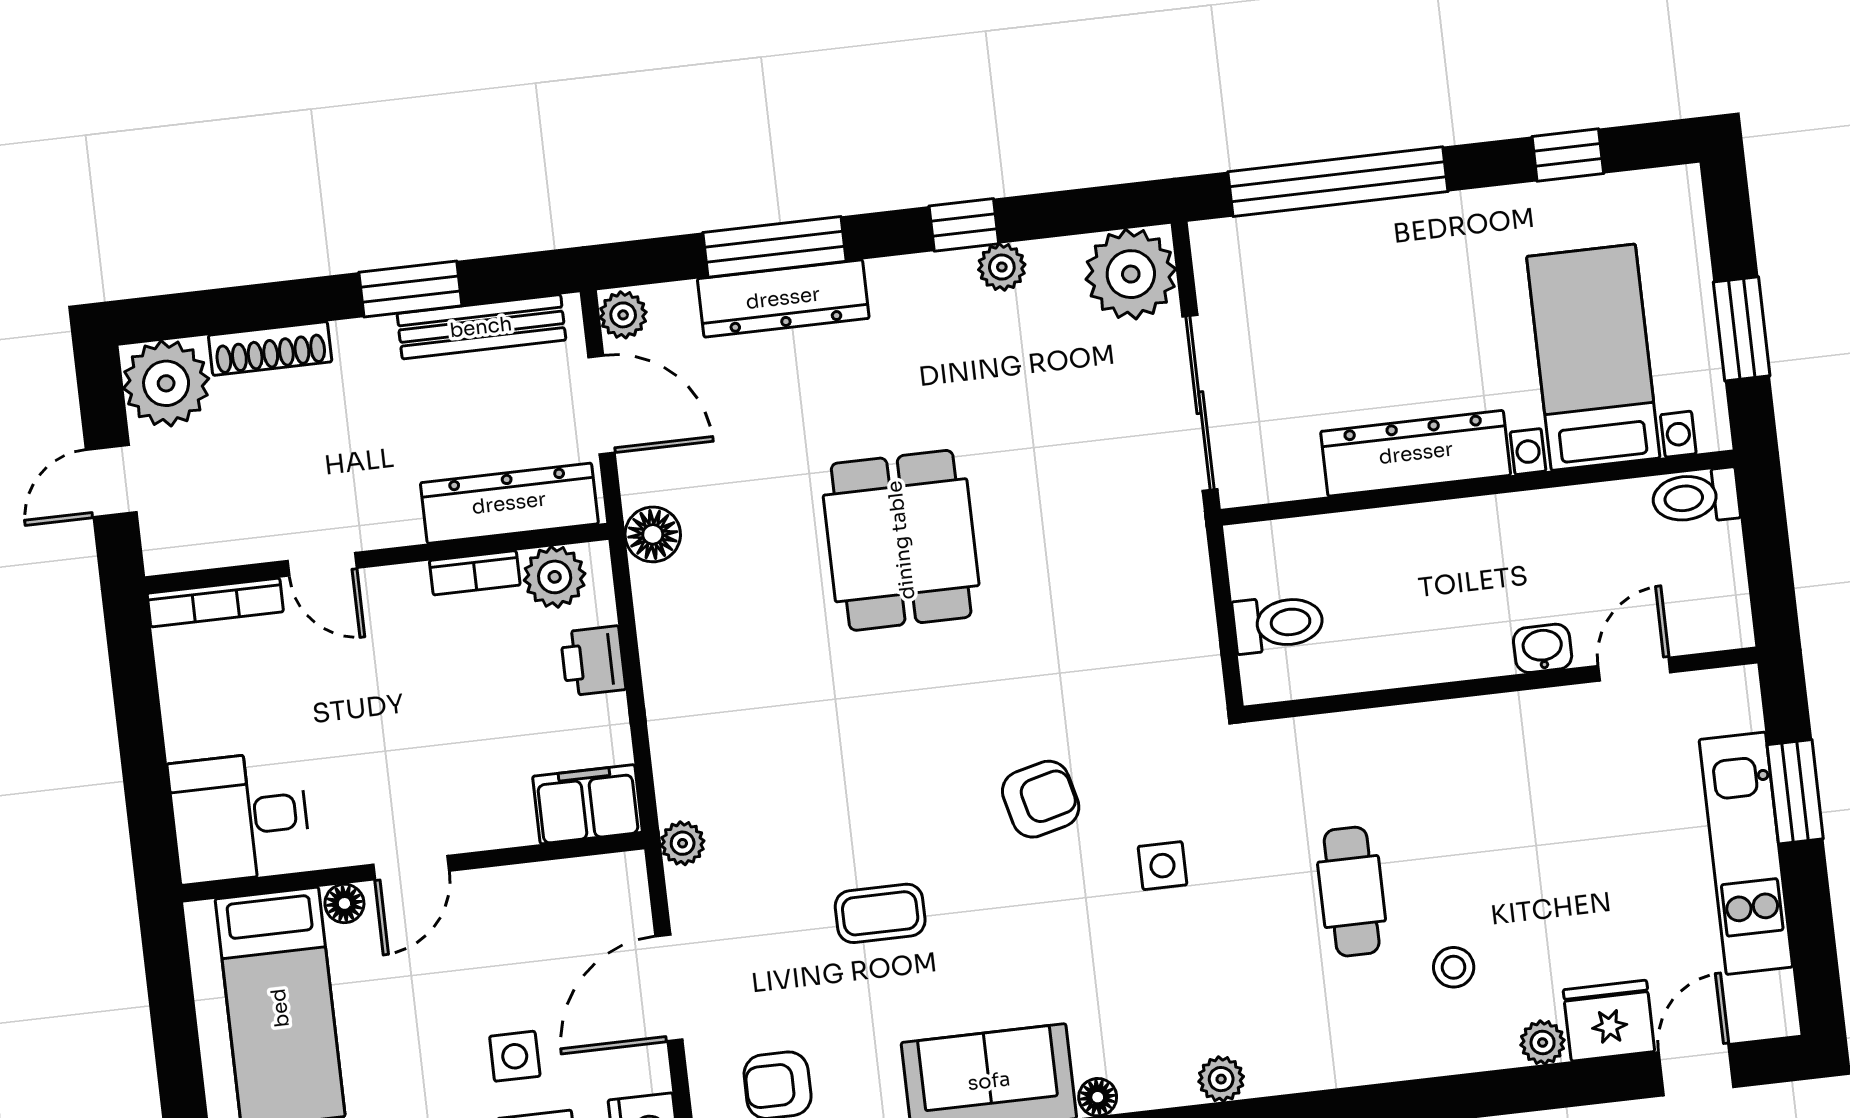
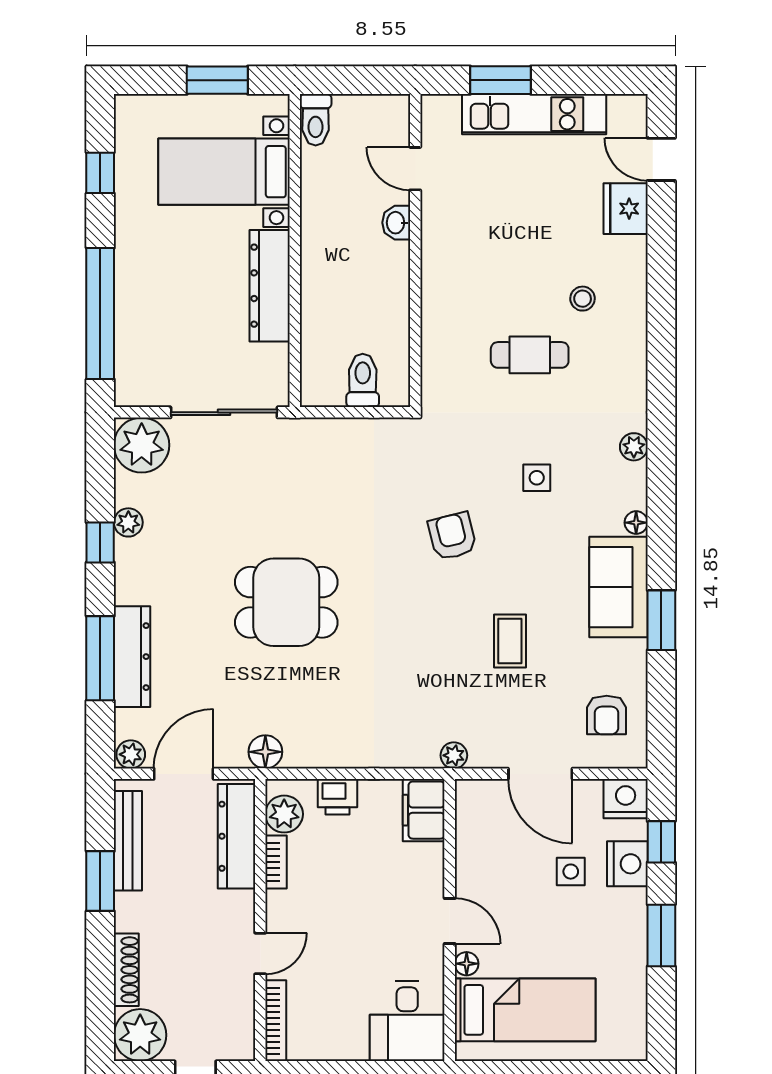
side table: (1162, 866) -> (537, 478), moved
plant: (1543, 1043) -> (634, 250), removed

